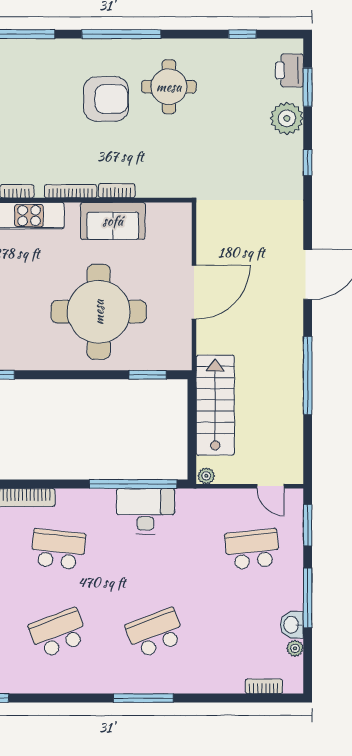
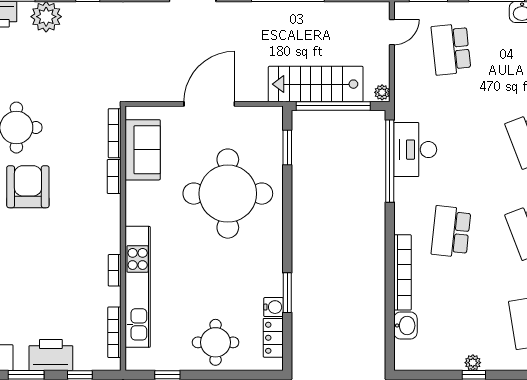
bookcase: (71, 191) -> (115, 133), moved
sofa: (113, 221) -> (143, 150), moved
door: (194, 292) -> (209, 104), hinge flipped
window: (192, 424) -> (333, 106), added

